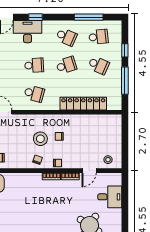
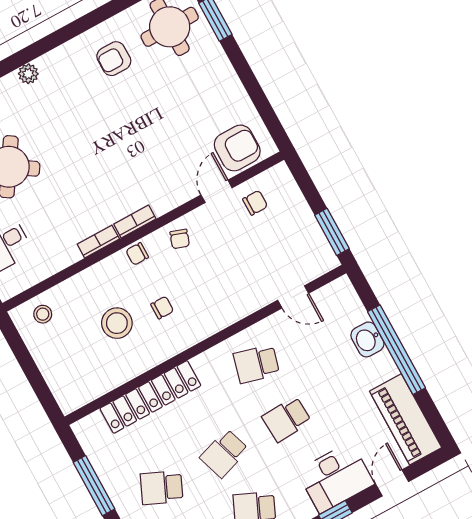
stool: (40, 139) -> (117, 323), moved
door: (89, 171) -> (217, 191), moved

